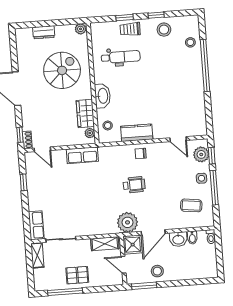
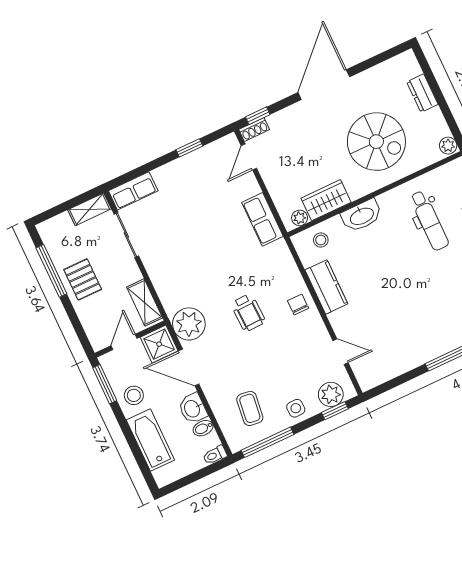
door: (178, 139) -> (340, 352), swing flipped
window: (214, 188) -> (268, 442), moved
bathtub: (187, 271) -> (150, 440), added

